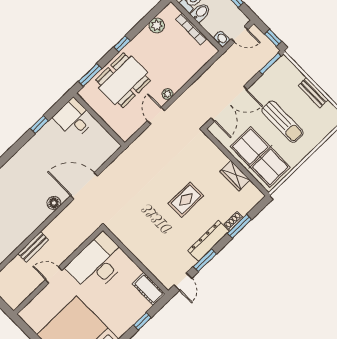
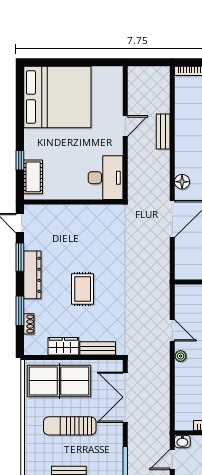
bench: (215, 152) -> (98, 348), added
shoe rack: (234, 221) -> (29, 324), moved
desk: (98, 263) -> (106, 178), width x0.73, depth x0.77
cot: (149, 289) -> (33, 177), moved, turned 90

